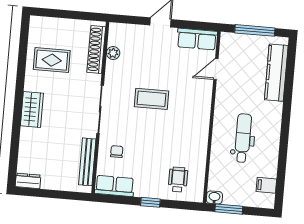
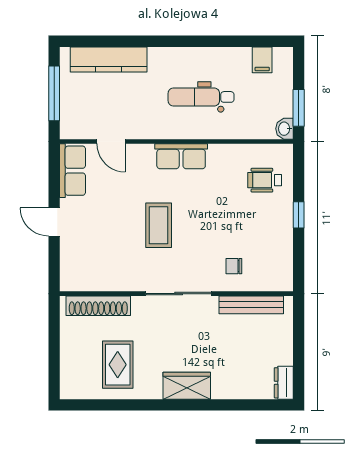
plant: (113, 53) -> (101, 282), removed
row of seats: (115, 186) -> (181, 156), moved, turned -90

